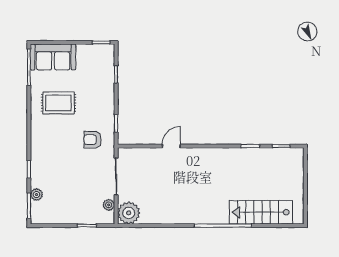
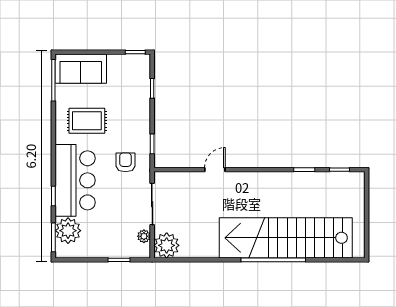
armchair: (92, 140) -> (125, 162), turned 90
bar counter: (48, 156) -> (75, 180), added
plant: (37, 195) -> (68, 231), width x1.88, depth x1.88
stairs: (261, 212) -> (286, 238), width x1.86, depth x1.51

